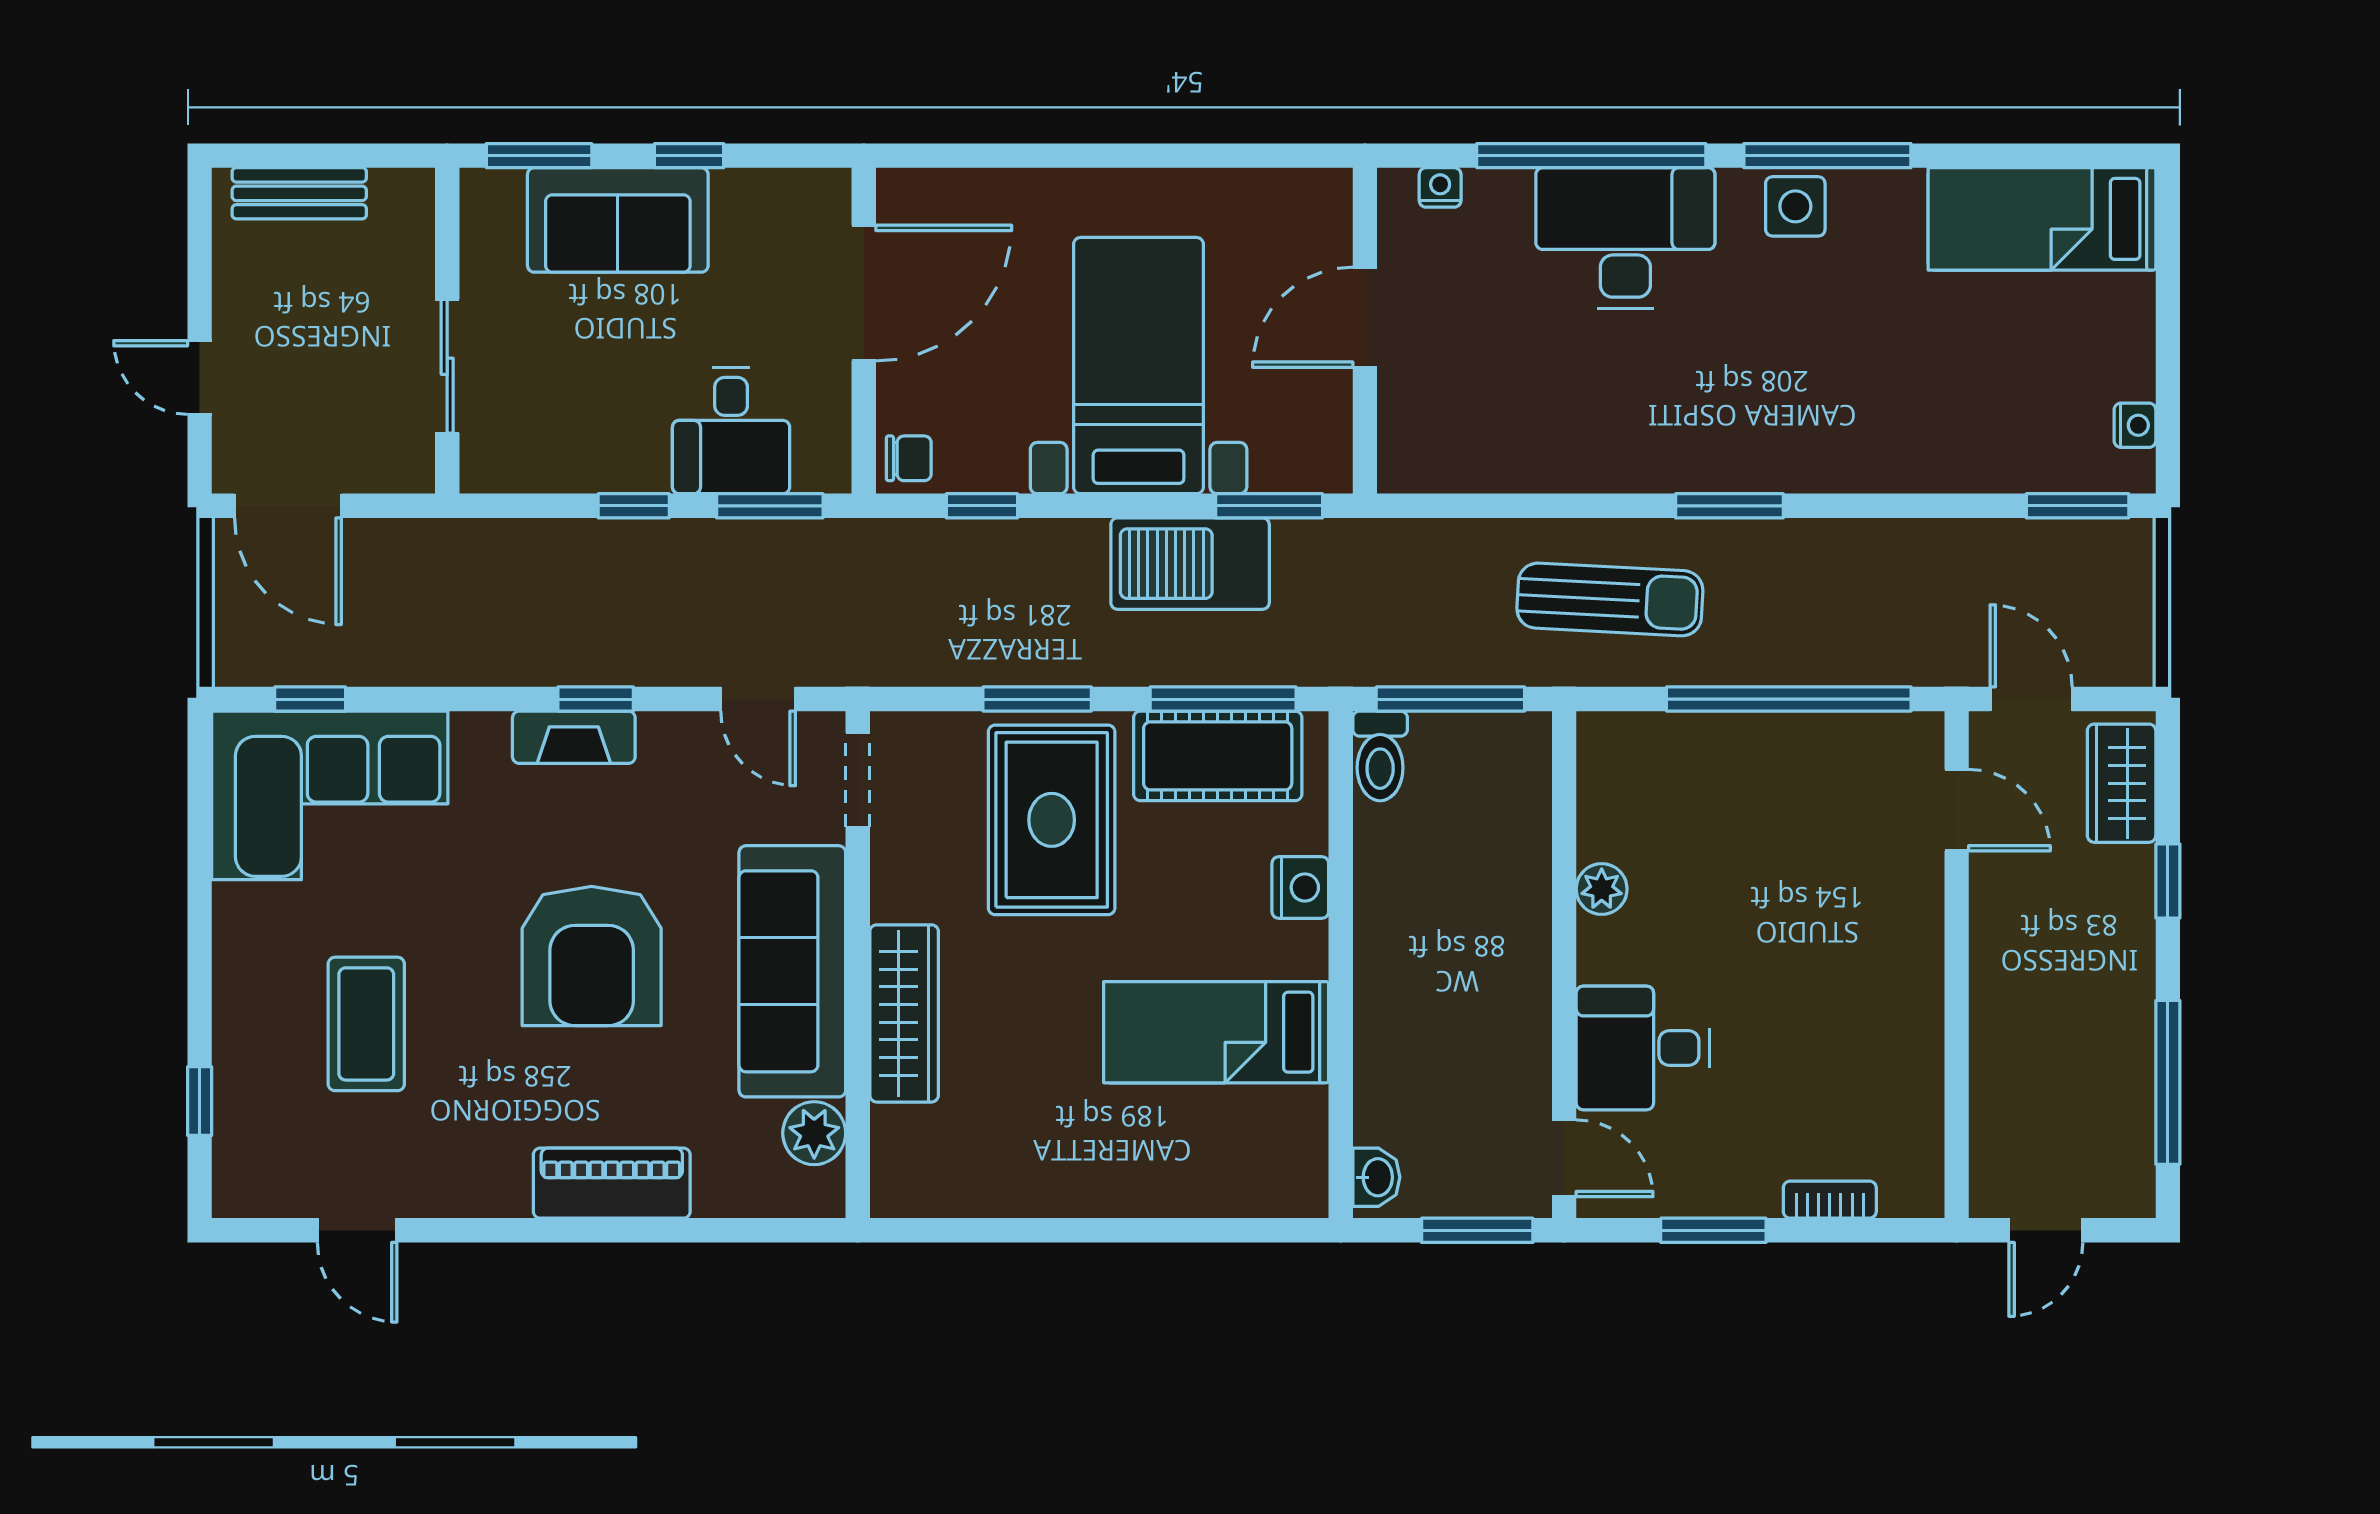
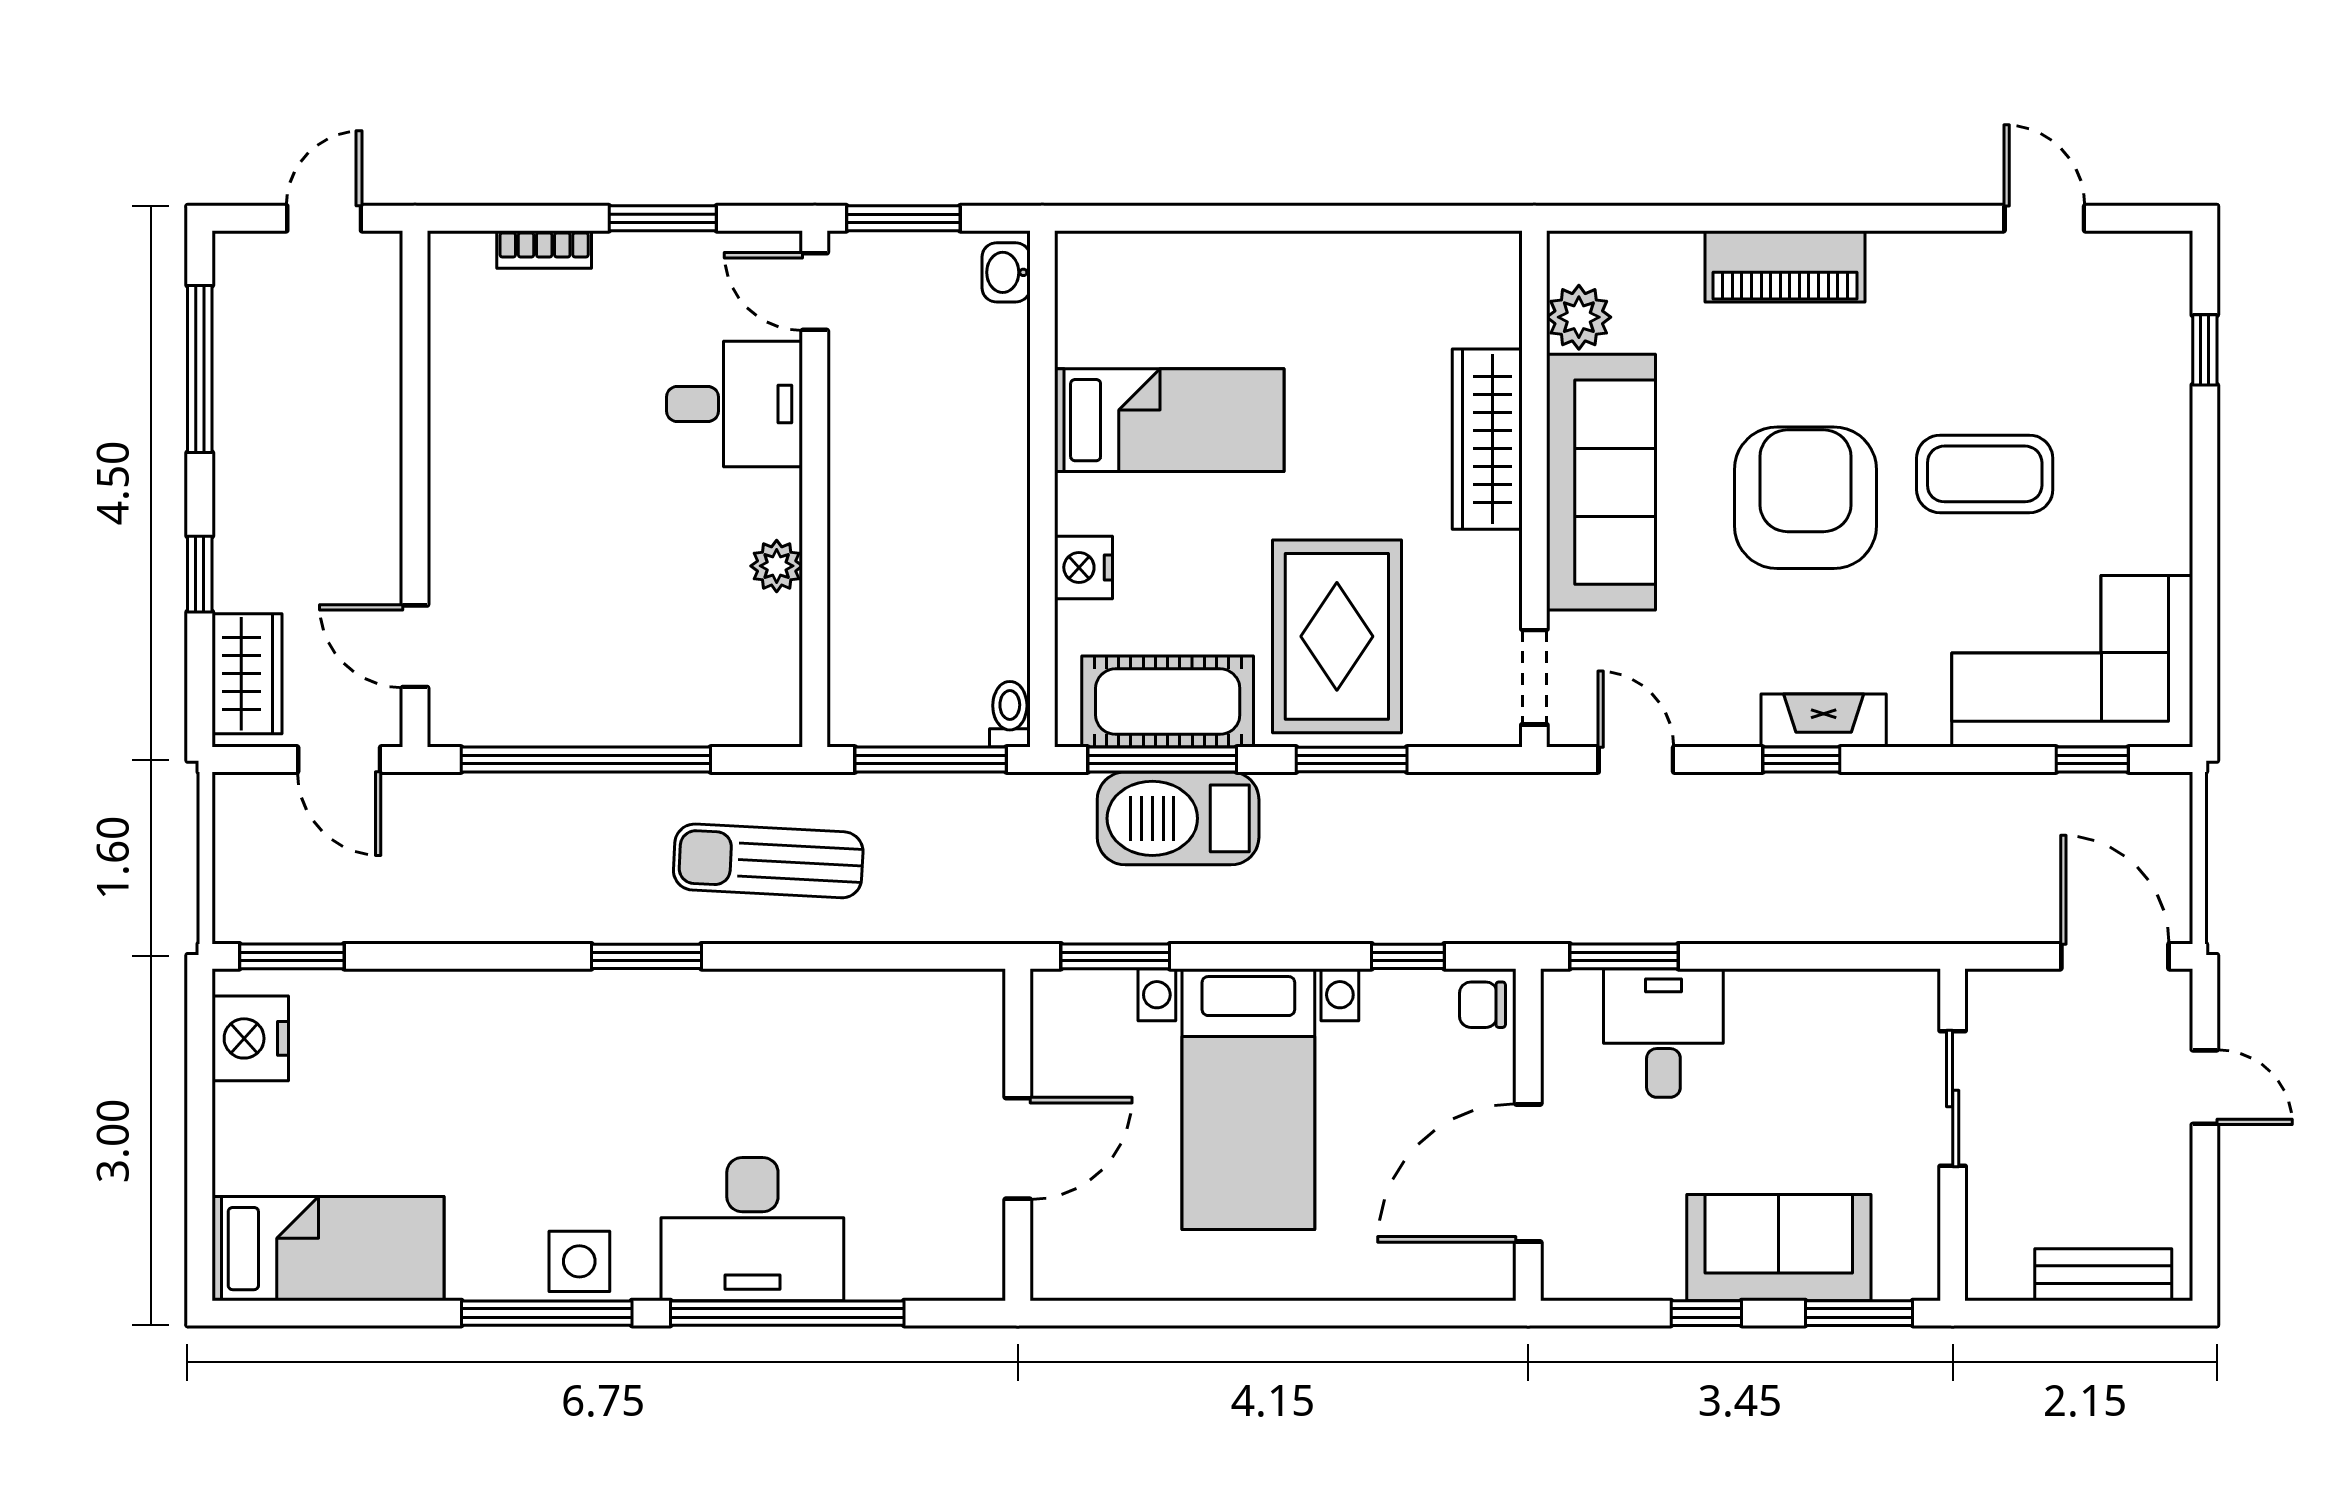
nightstand: (1440, 187) -> (941, 1281), removed
nightstand: (2135, 425) -> (250, 1038), width x1.89, depth x1.79
window: (634, 506) -> (1763, 956), removed
barbecue: (1190, 564) -> (1178, 818), moved, turned 180
toilet: (1380, 756) -> (1010, 714), width x0.73, depth x0.72
coffee table: (366, 1024) -> (1985, 474), moved, turned 90

